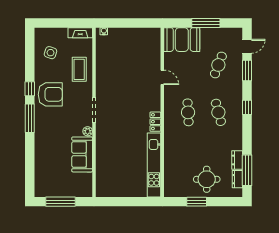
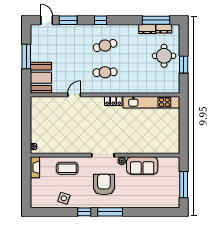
side table: (50, 53) -> (64, 198), moved
cafe table: (218, 65) -> (63, 45), removed
armchair: (50, 94) -> (104, 184), moved

